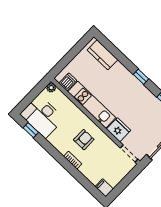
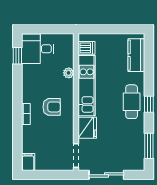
cafe table: (129, 86) -> (132, 102), added
plant: (51, 88) -> (69, 73), moved
desk: (42, 116) -> (38, 49), width x0.73

